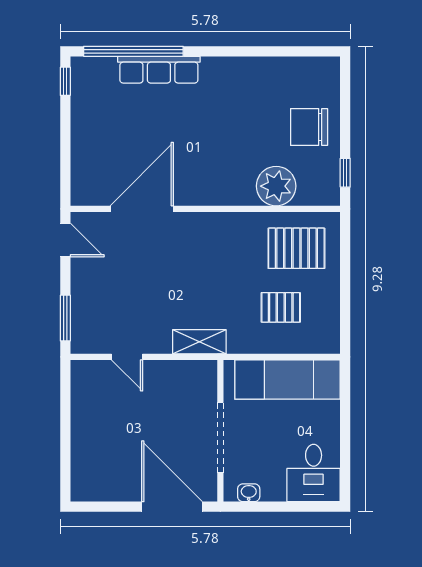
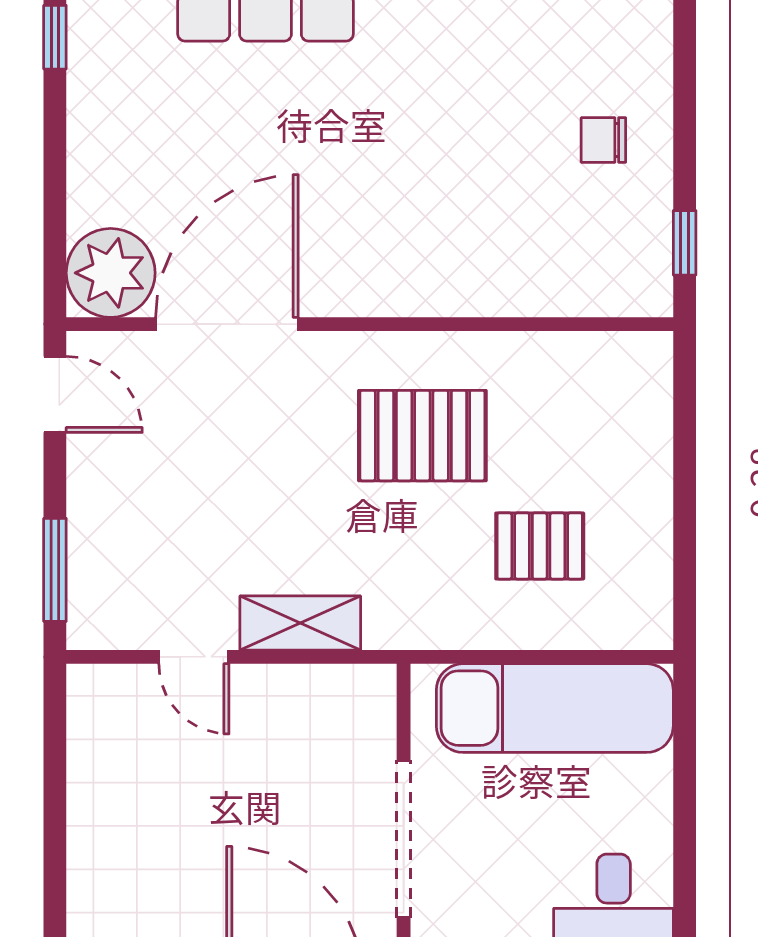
chair: (309, 127) -> (603, 140), width x0.54, depth x0.54
plant: (276, 186) -> (111, 273), moved
pallet: (296, 248) -> (422, 436), moved
shelving: (199, 342) -> (300, 623), moved

